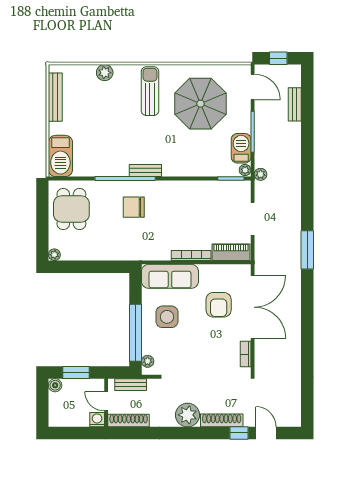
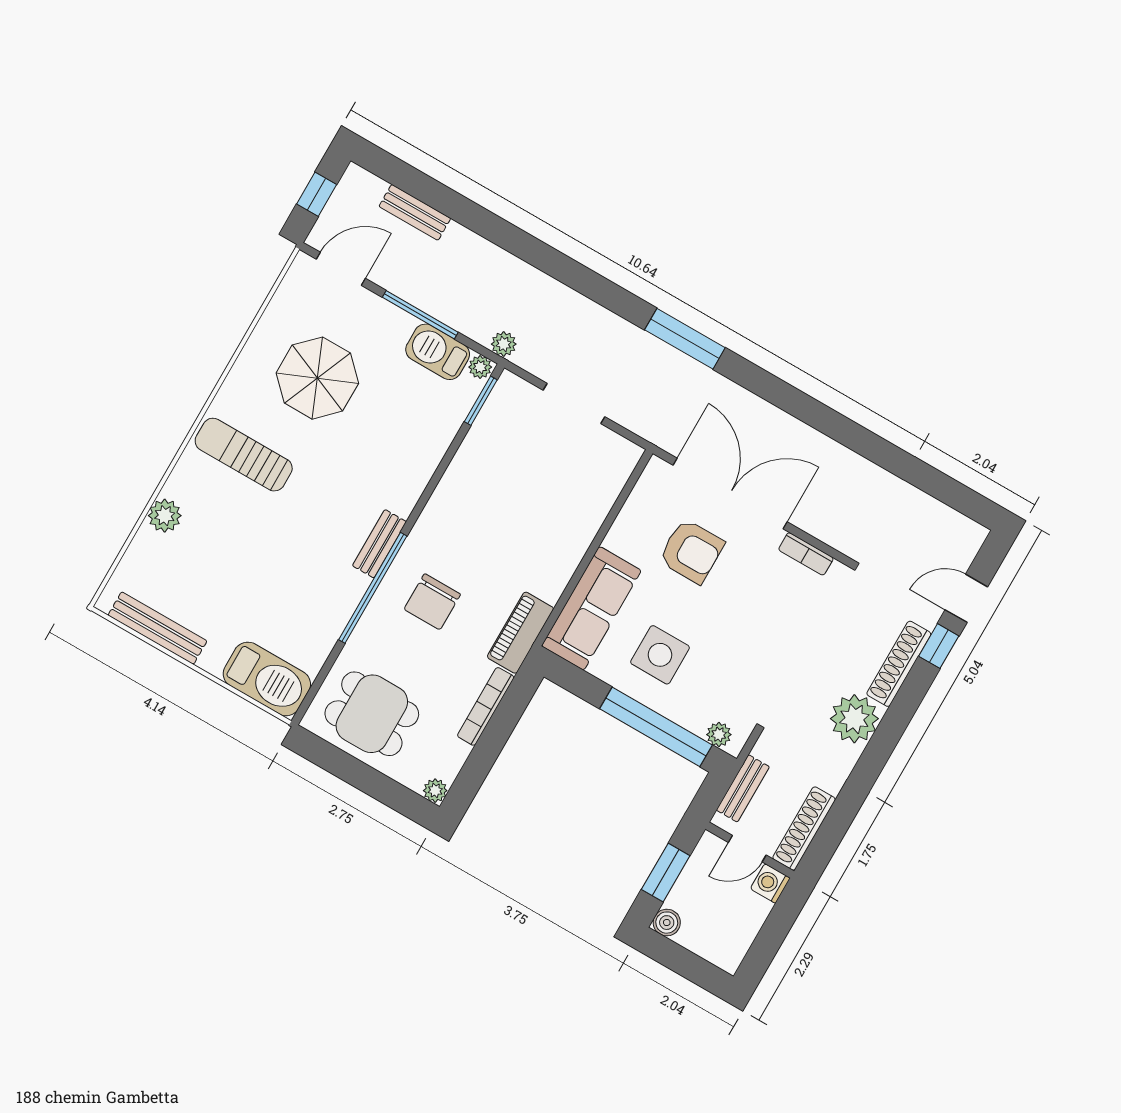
parasol: (200, 104) -> (317, 378), width x0.73, depth x0.73
piano: (231, 252) -> (520, 633), moved
bookcase: (191, 256) -> (486, 706), moved

